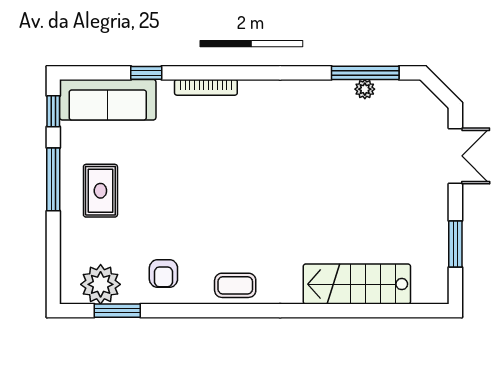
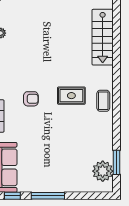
rug: (100, 191) -> (71, 96), moved
armchair: (163, 274) -> (31, 99), moved

